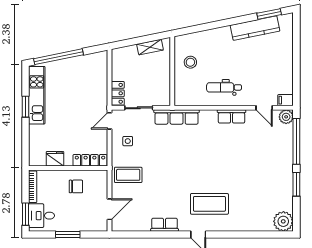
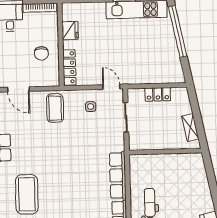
stool: (190, 62) -> (175, 170), removed
locker: (118, 93) -> (158, 94), moved
row of seats: (177, 117) -> (118, 175), moved

